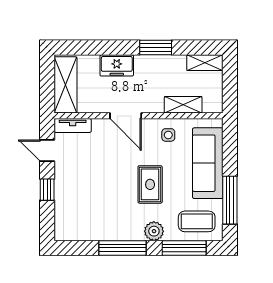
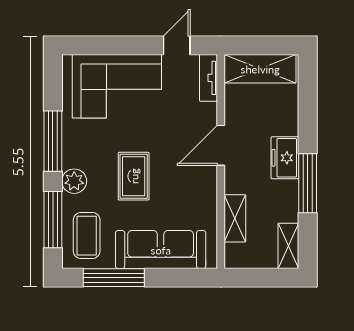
window: (156, 48) -> (308, 183), width x1.44
freezer: (117, 65) -> (285, 158), moved
side table: (168, 135) -> (196, 199), removed
rug: (150, 184) -> (134, 176), turned 90
window: (47, 190) -> (127, 45), removed
corner sofa: (79, 198) -> (117, 86), added

